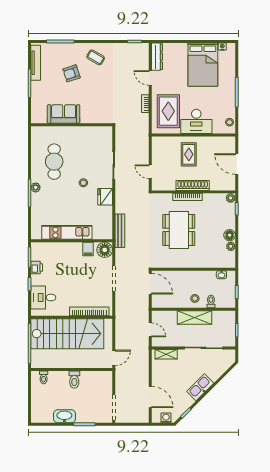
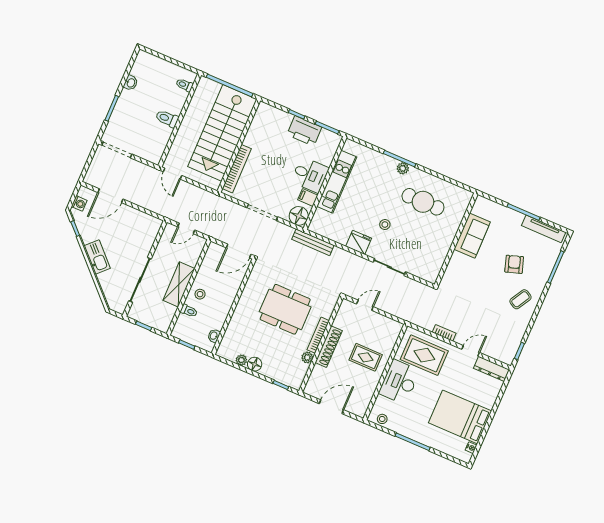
plant: (231, 198) -> (307, 357), moved
printer: (37, 267) -> (304, 131), width x1.87, depth x1.48
desk: (43, 297) -> (310, 175), moved, turned 90
shelving: (166, 354) -> (151, 234), removed
washbasin: (64, 416) -> (131, 83), width x0.52, depth x0.69

